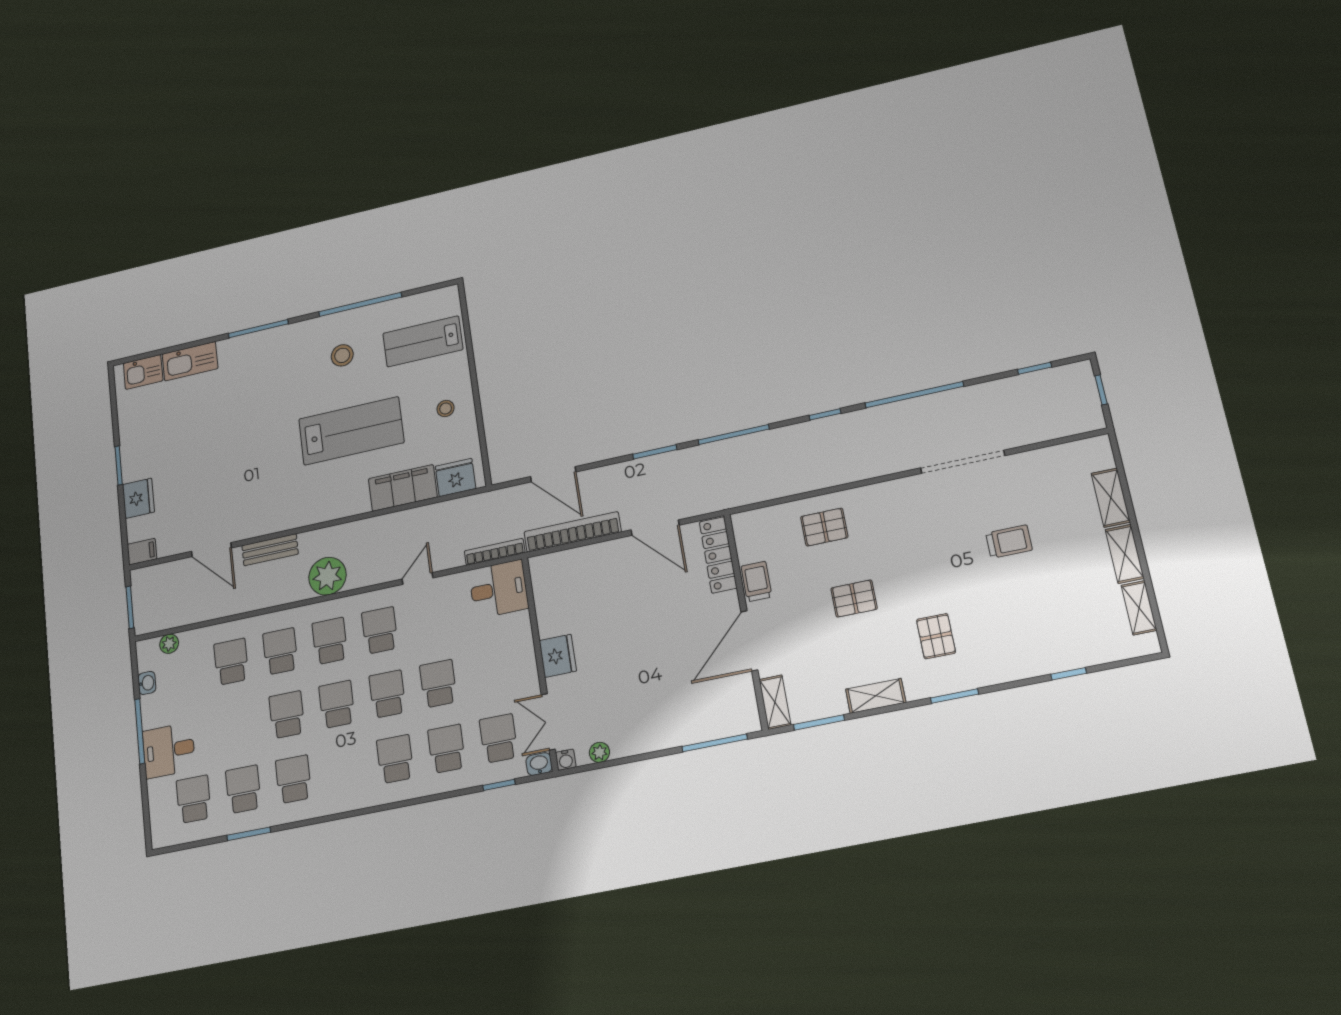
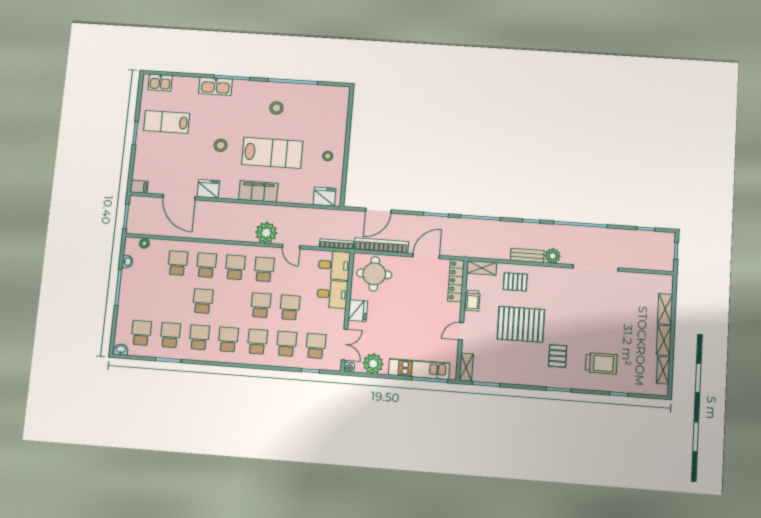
lab bench: (423, 341) -> (167, 122), moved
kitchen sink: (190, 361) -> (215, 86), moved
stool: (263, 444) -> (221, 145), added
plant: (879, 463) -> (553, 256), added
door: (553, 474) -> (378, 211), hinge flipped
filing cabinet: (403, 488) -> (258, 191), moved
fridge: (138, 498) -> (208, 189), moved, turned -90
door: (655, 528) -> (426, 256), swing flipped
trolley: (1009, 542) -> (601, 363), moved, width x1.36, depth x1.39
door: (211, 550) -> (179, 197), width x1.36
bench: (270, 550) -> (527, 256), moved
plant: (327, 576) -> (266, 233), moved
door: (417, 578) -> (291, 247), swing flipped
trolley: (756, 582) -> (473, 301), turned 180
round table: (572, 584) -> (374, 274), added
pallet: (854, 599) -> (521, 324), width x2.05, depth x2.00
door: (749, 641) -> (461, 331), width x0.53
shelving: (876, 696) -> (482, 268), moved
school desk: (337, 704) -> (228, 339), moved
double door: (548, 722) -> (345, 345), swing flipped
kitchen unit: (691, 729) -> (419, 369), added
desk: (169, 750) -> (332, 294), moved, turned 180
plant: (599, 752) -> (373, 364), width x1.87, depth x1.87
washbasin: (539, 764) -> (121, 349), moved

